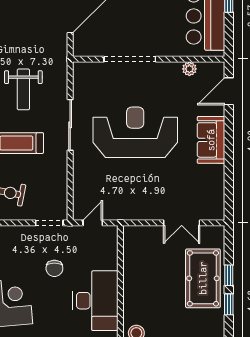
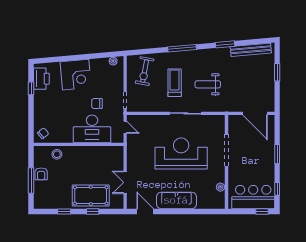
door: (229, 91) -> (145, 212), moved
reception desk: (135, 132) -> (181, 154), turned -90
sofa: (211, 140) -> (176, 200), width x1.36
desk: (95, 301) -> (92, 129), moved
window: (229, 304) -> (64, 212), moved

